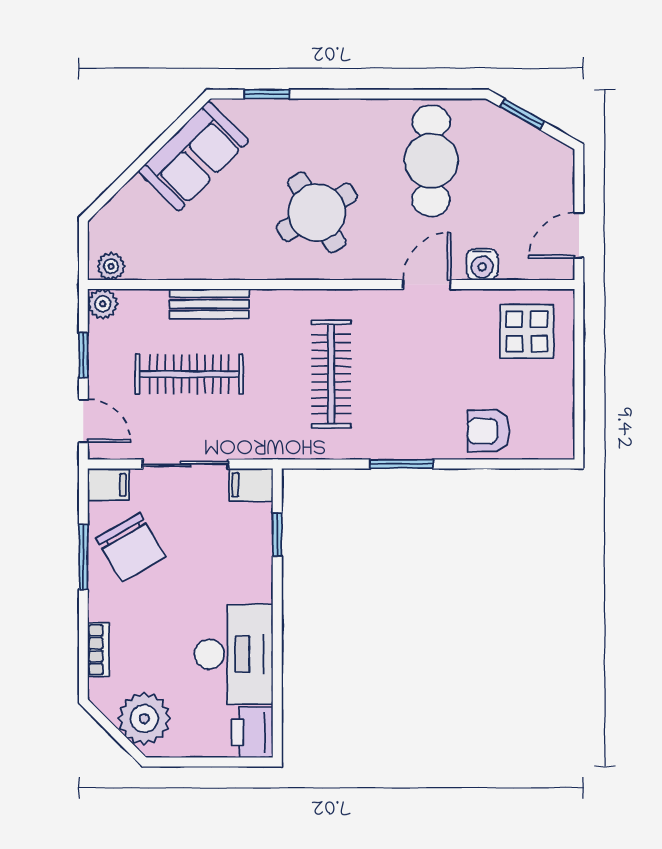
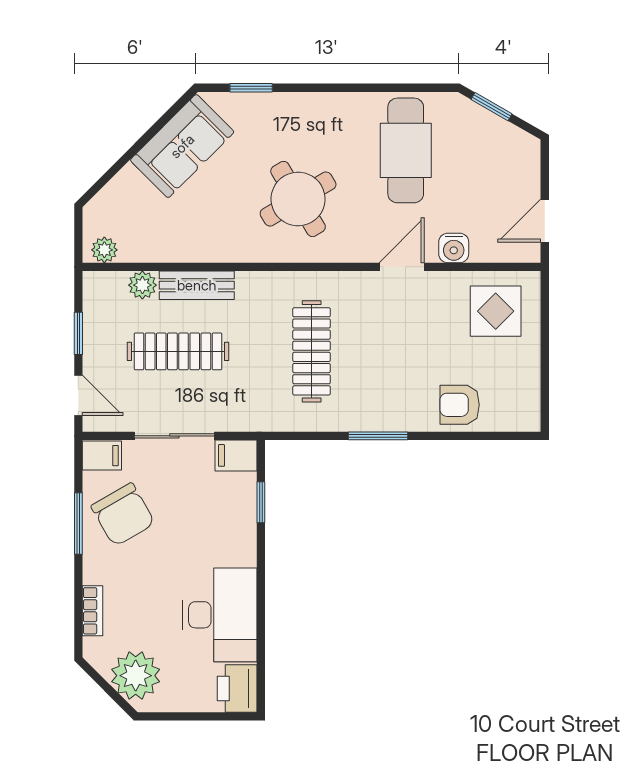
plant: (103, 304) -> (142, 285), moved

